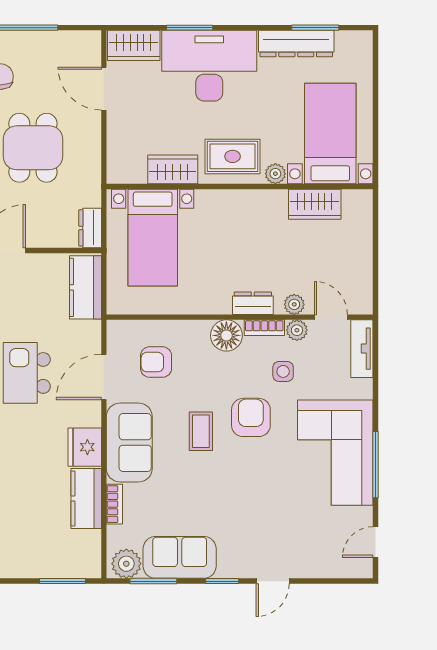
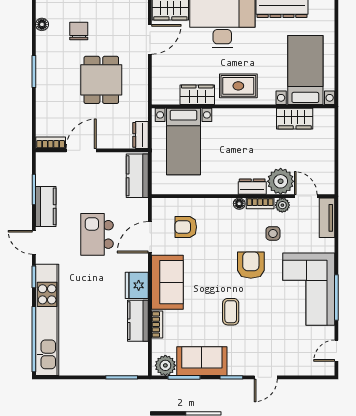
door: (104, 89) -> (150, 39), swing flipped
plant: (275, 174) -> (268, 98), removed
plant: (294, 304) -> (281, 181), width x1.88, depth x1.88
floor lamp: (226, 335) -> (239, 204), width x0.53, depth x0.53
coffee table: (201, 431) -> (231, 312), moved

